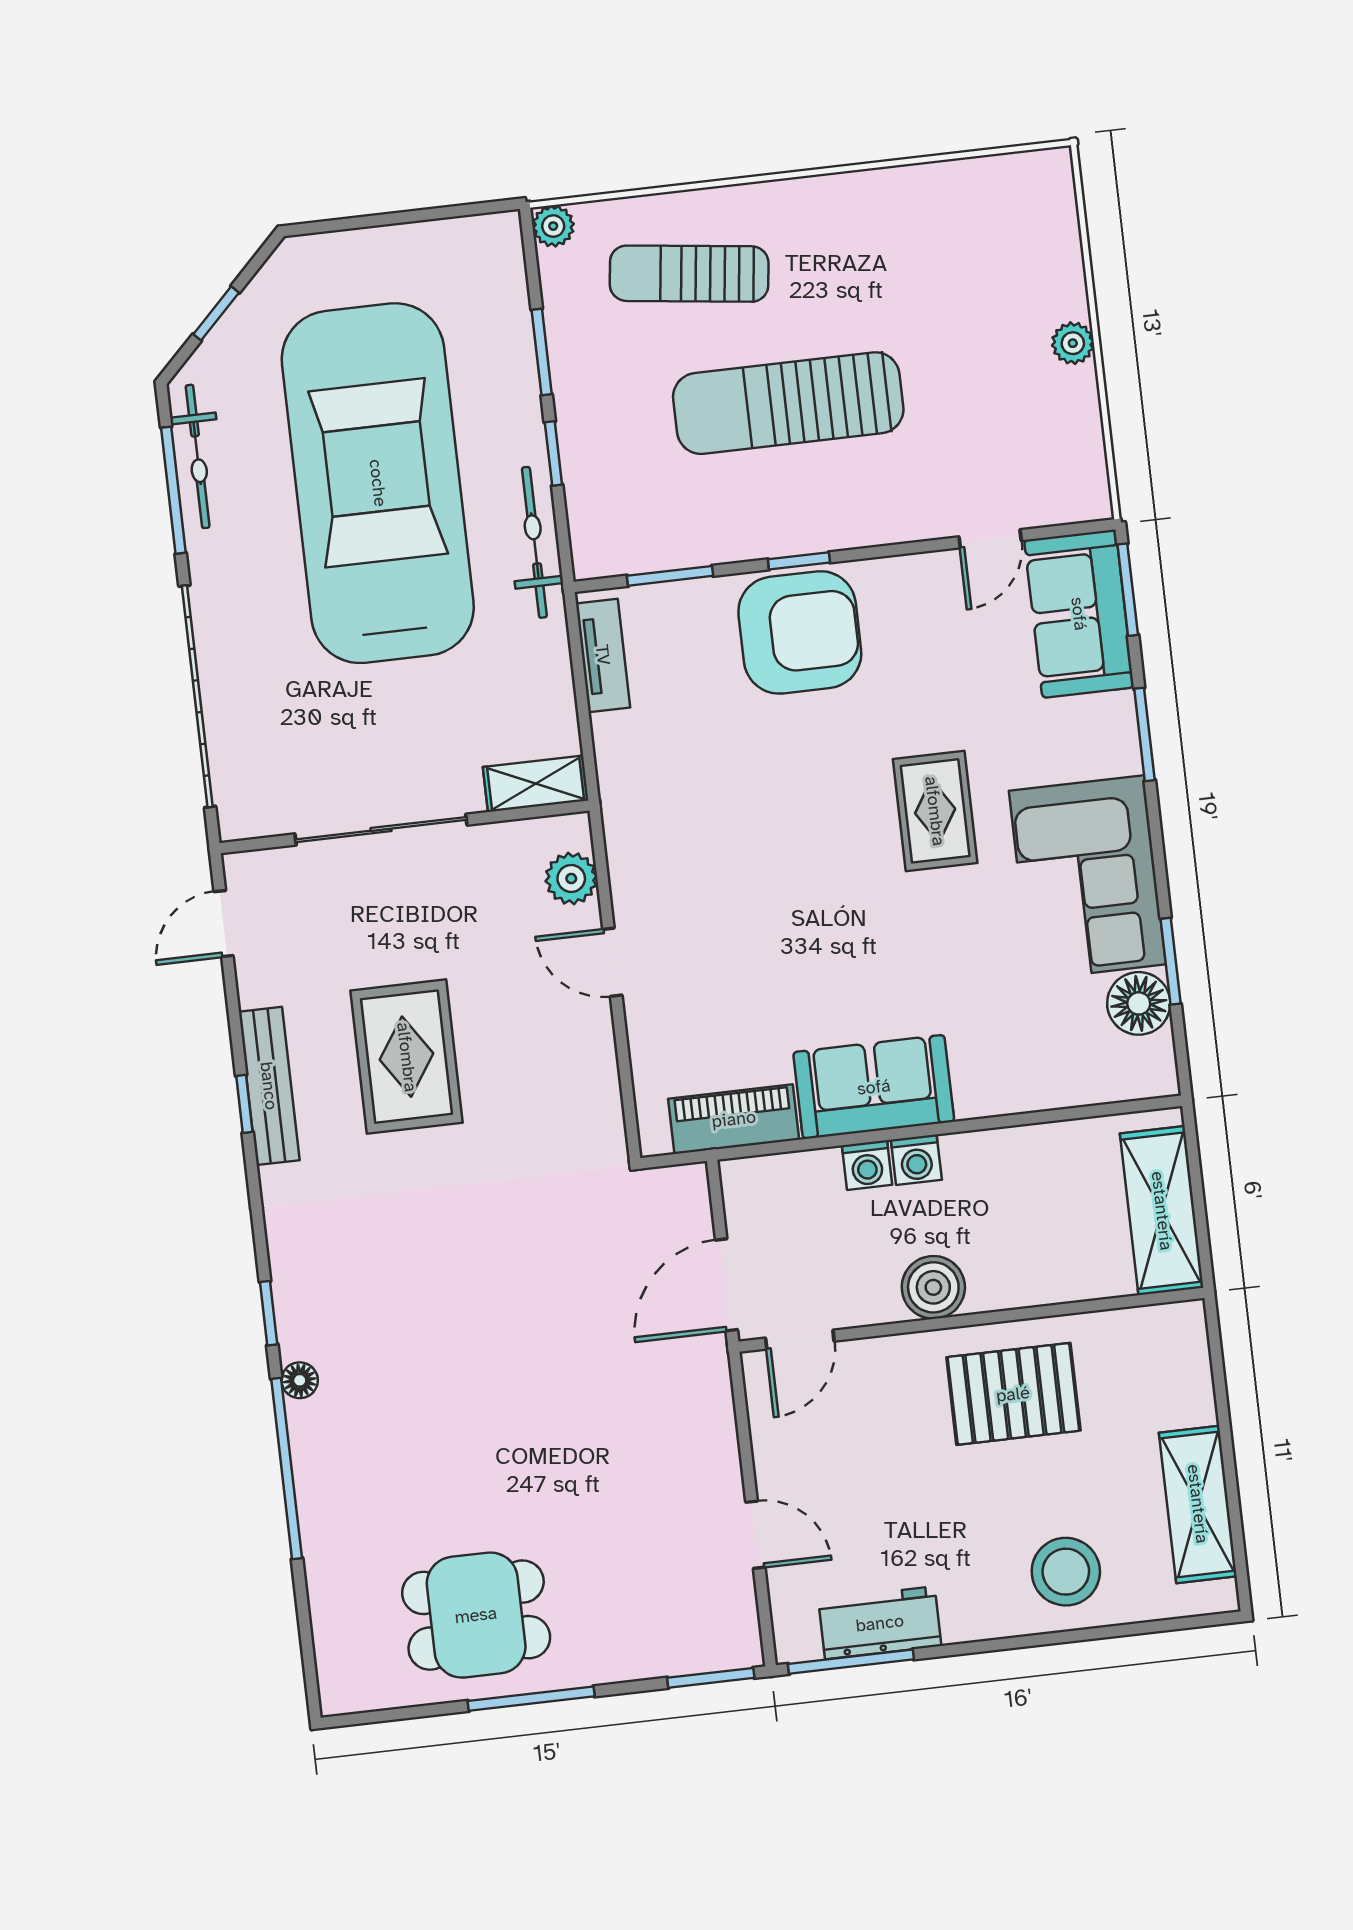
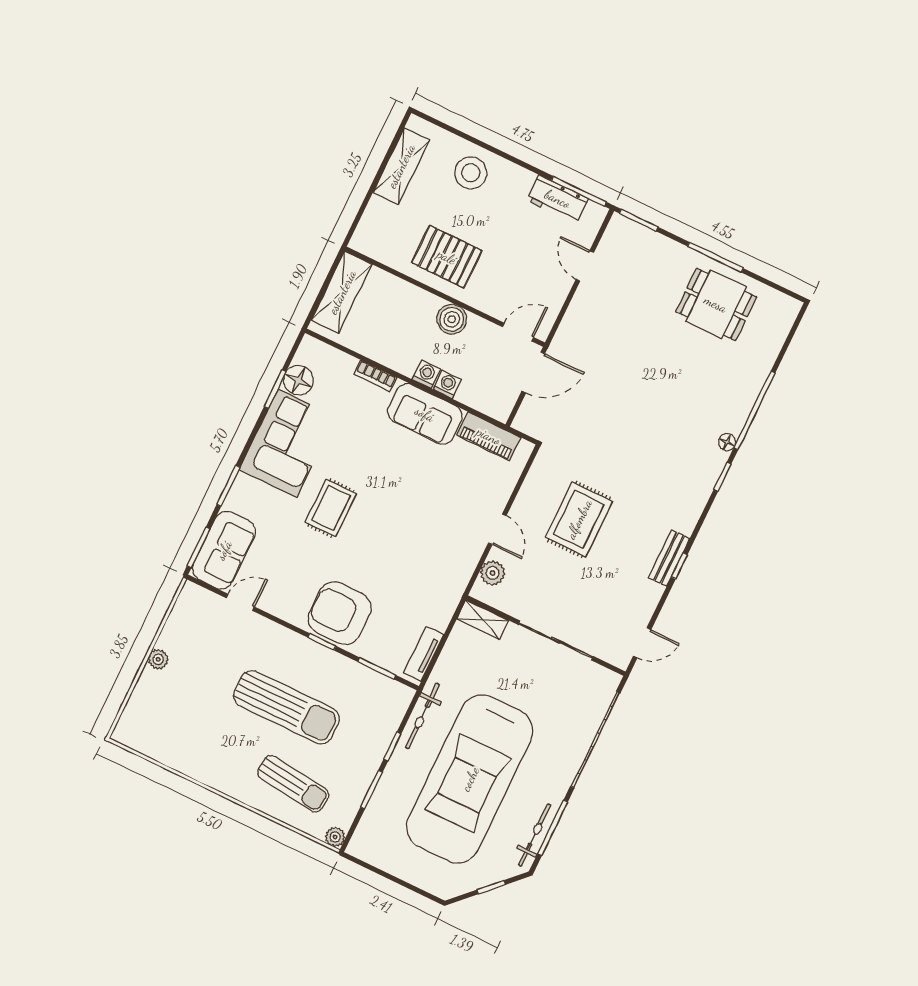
rug: (407, 1057) -> (579, 519), moved
bench: (269, 1086) -> (669, 558), width x0.73
bookcase: (1006, 1099) -> (375, 376), added

